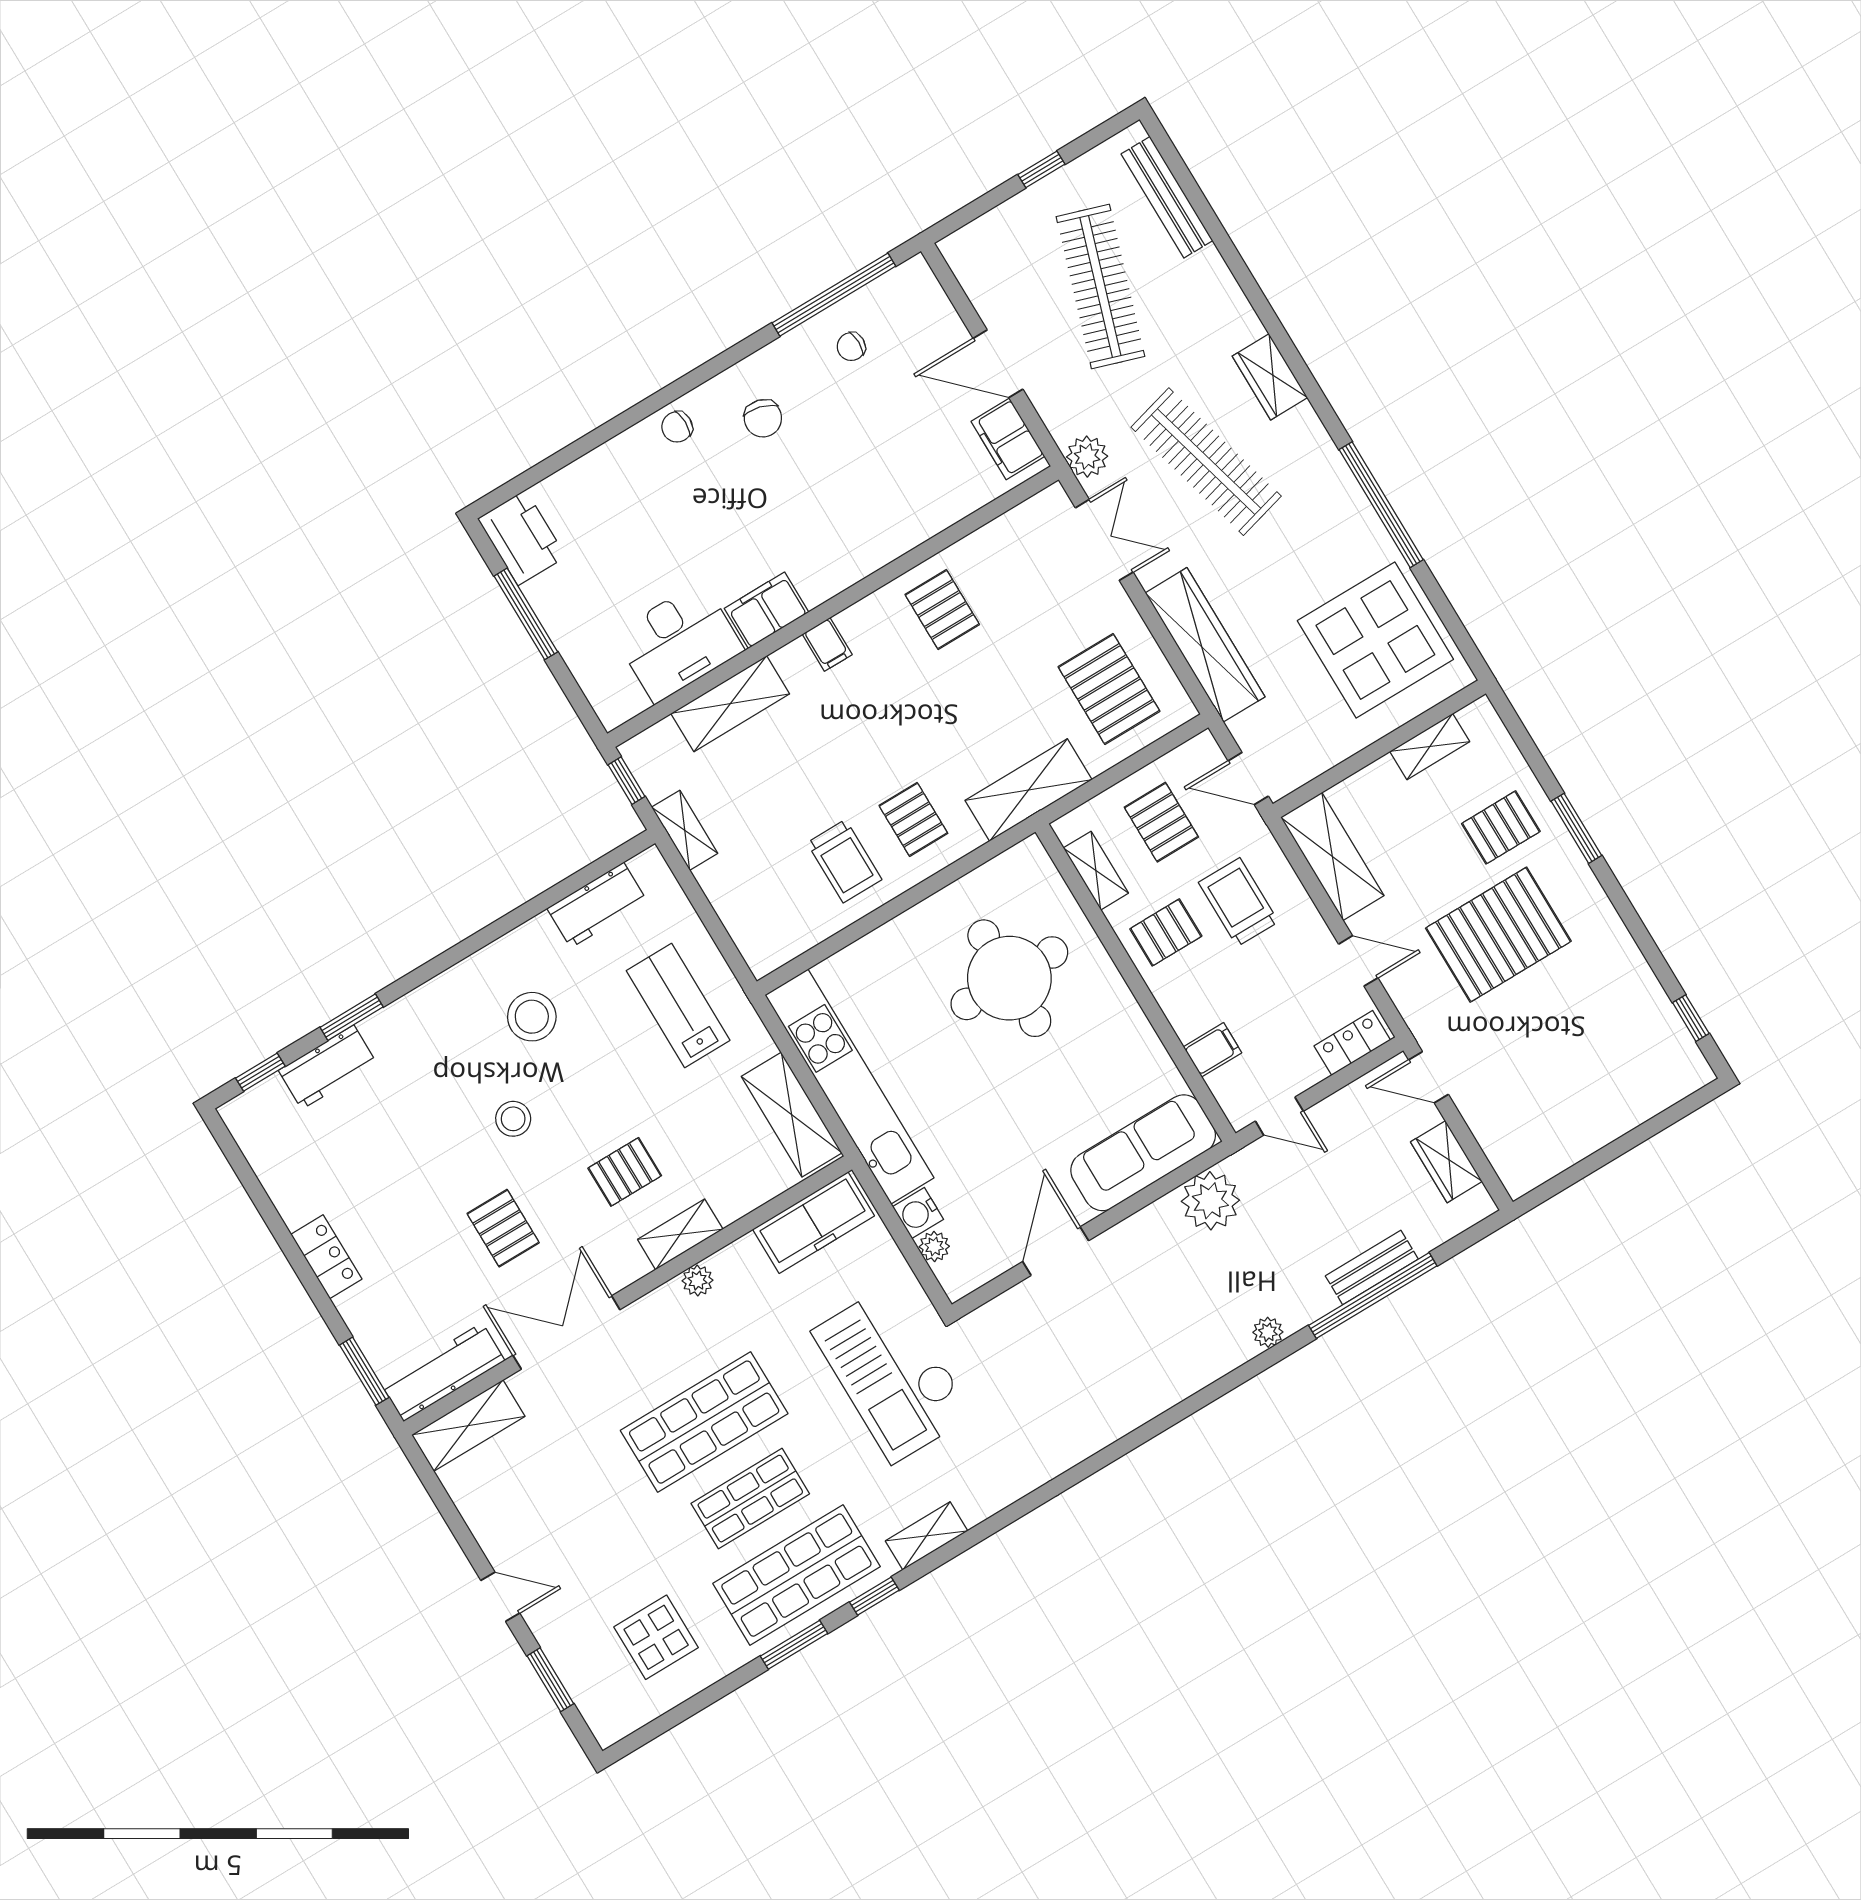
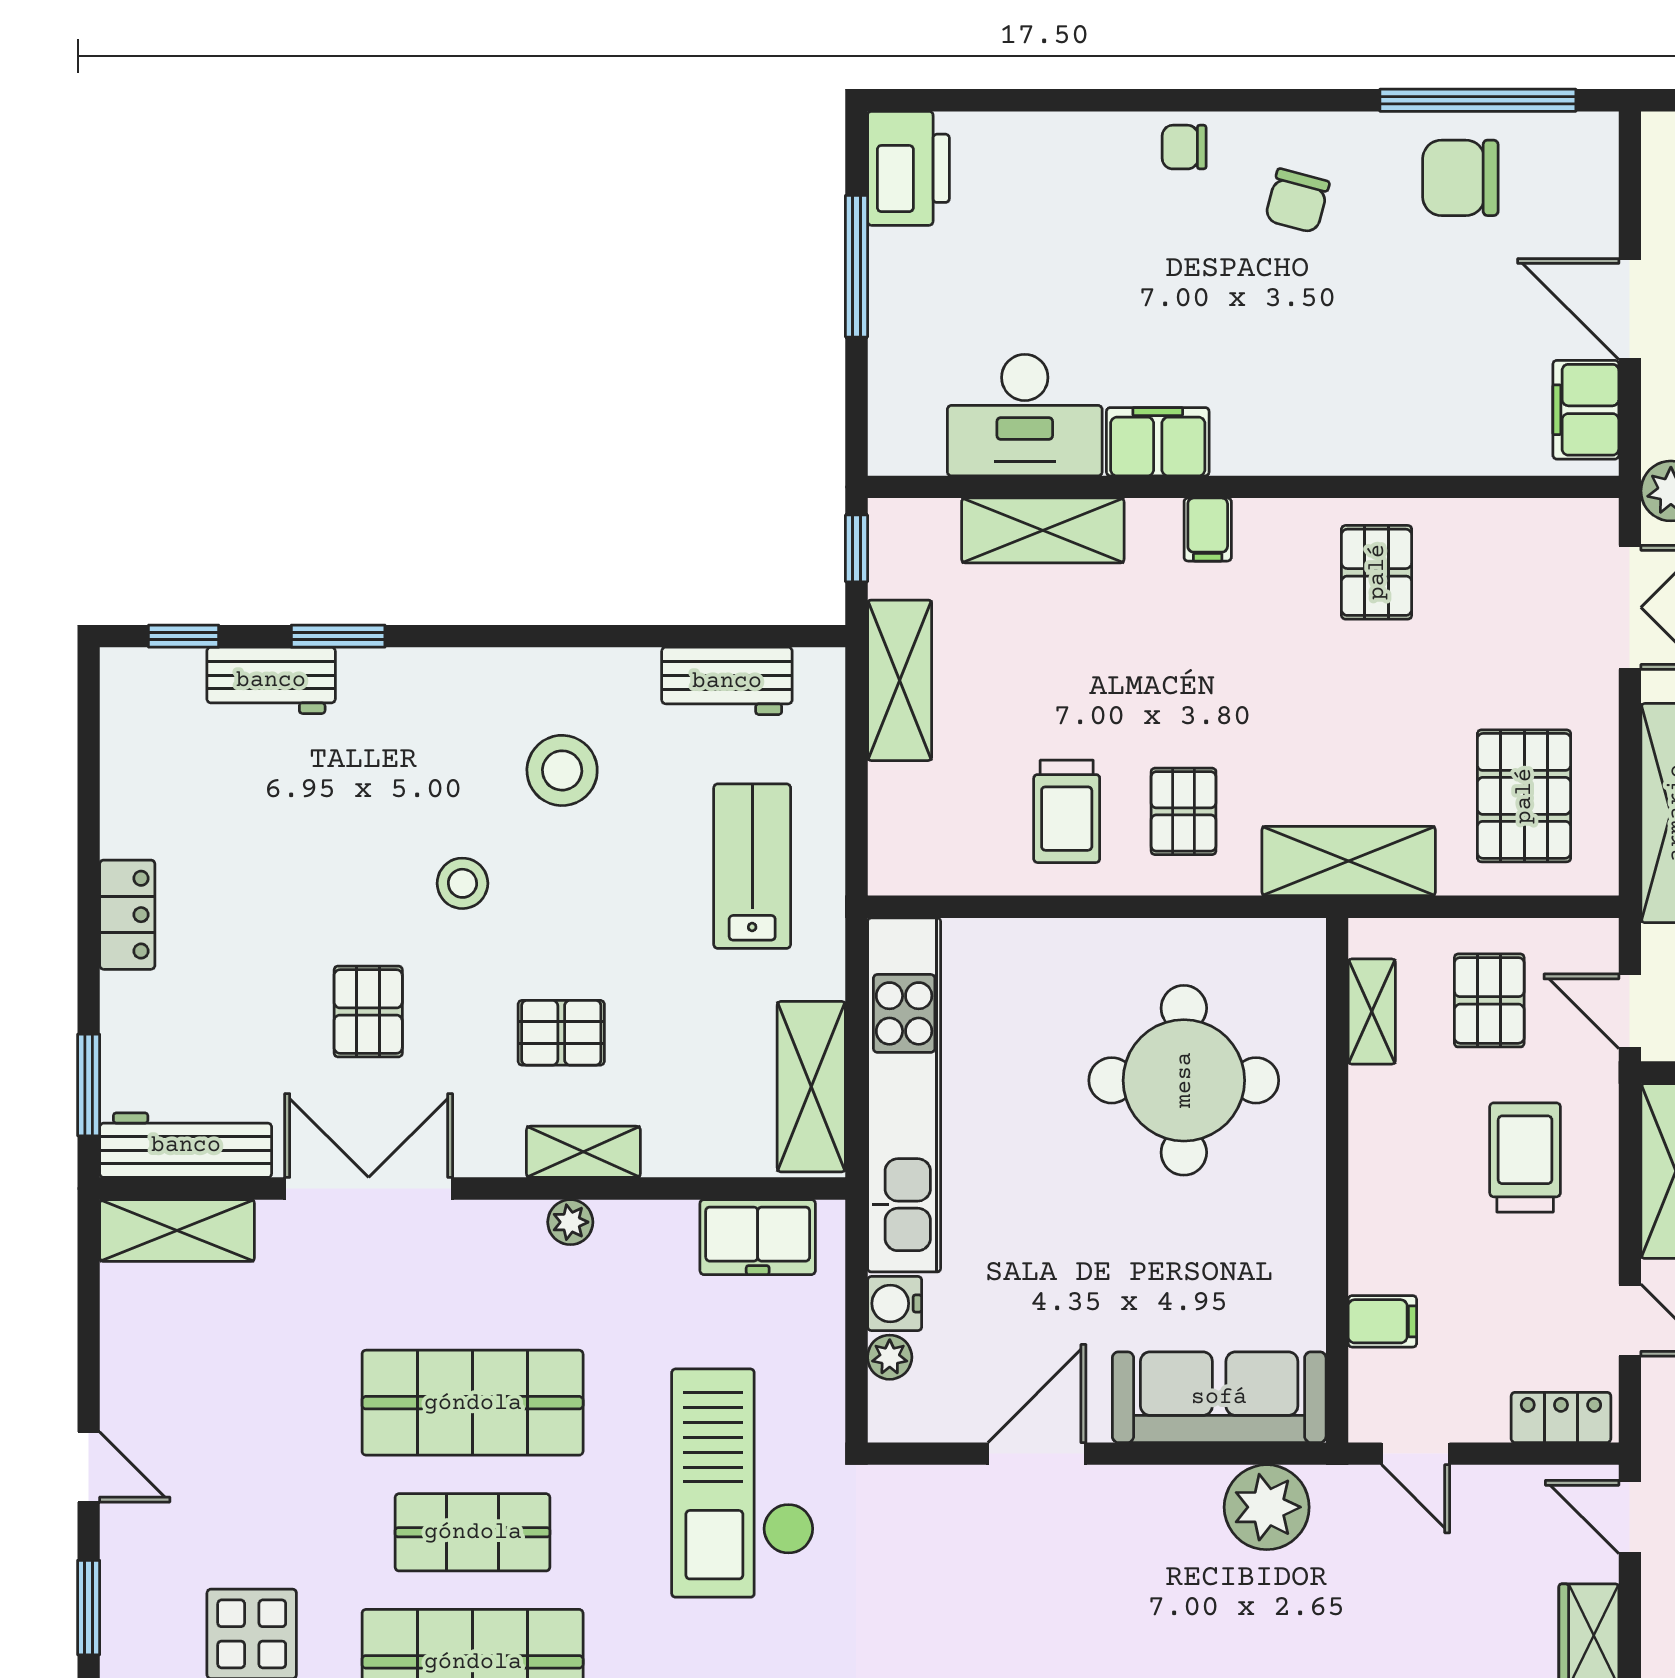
chair: (851, 347) -> (1460, 178), width x1.87, depth x1.87
shelving: (685, 830) -> (900, 680), width x1.50, depth x1.33
pallet: (1166, 932) -> (1412, 1141), removed
freezer: (814, 1223) -> (758, 1237), width x0.71

